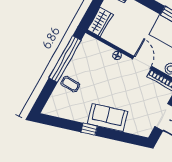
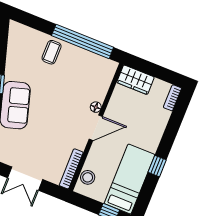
door: (142, 63) -> (96, 128), moved

